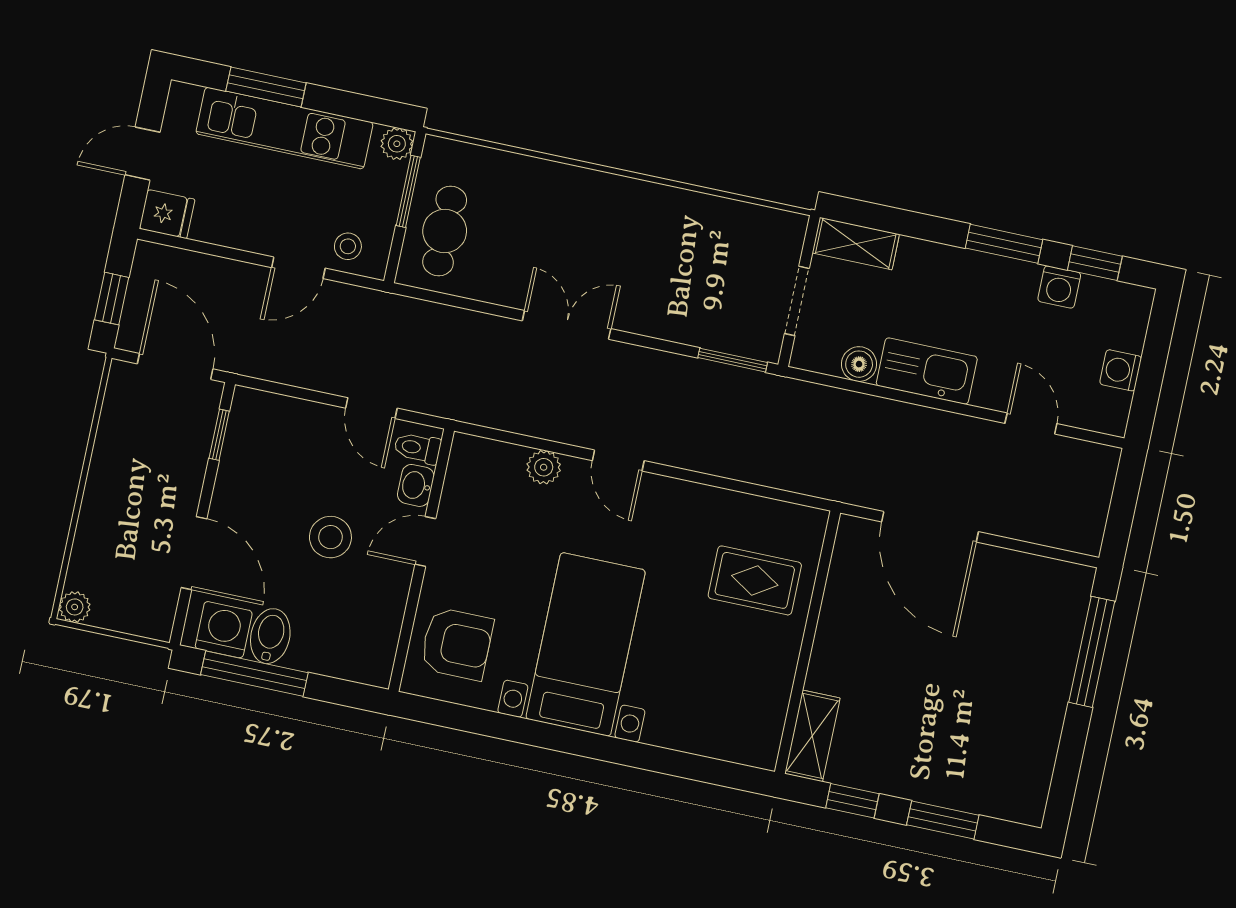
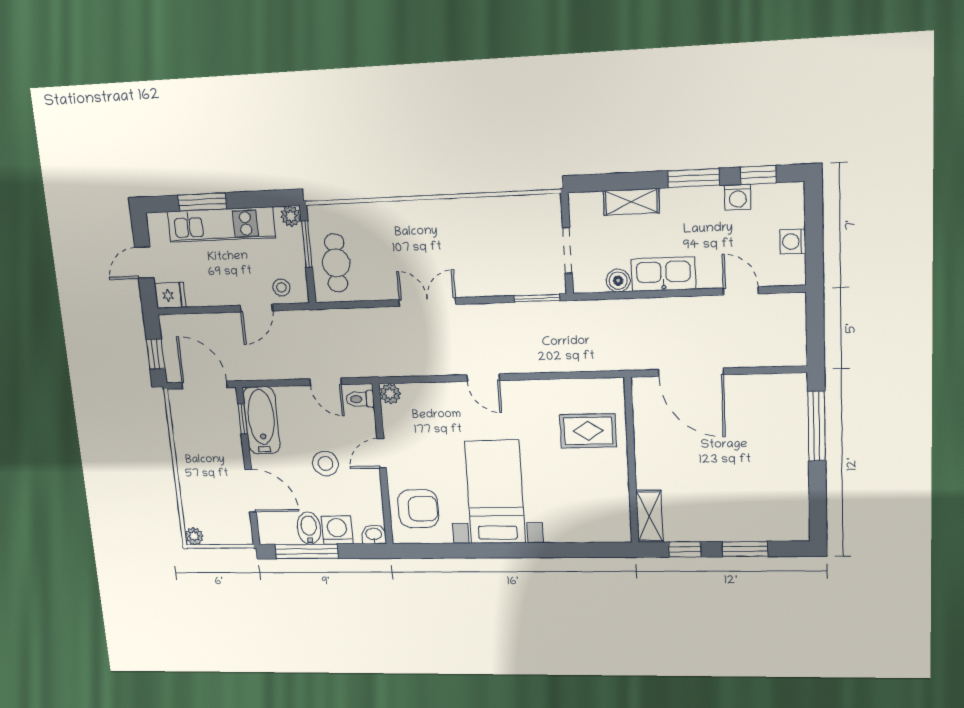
shelving: (856, 244) -> (631, 202), moved
bathtub: (249, 444) -> (261, 420), added
plant: (544, 467) -> (390, 394), moved
washbasin: (416, 485) -> (374, 535), moved, turned 90
washing machine: (224, 630) -> (337, 530), moved

